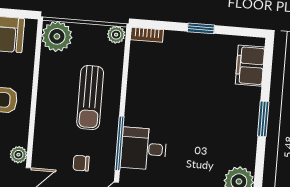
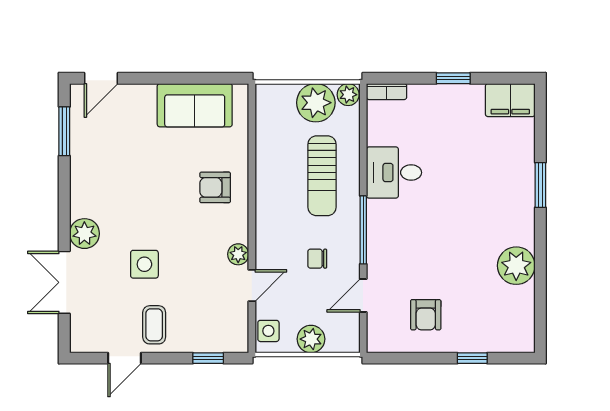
plant: (57, 36) -> (316, 103), moved
filing cabinet: (250, 66) -> (510, 100), moved, turned -90
desk: (144, 149) -> (394, 173), moved

